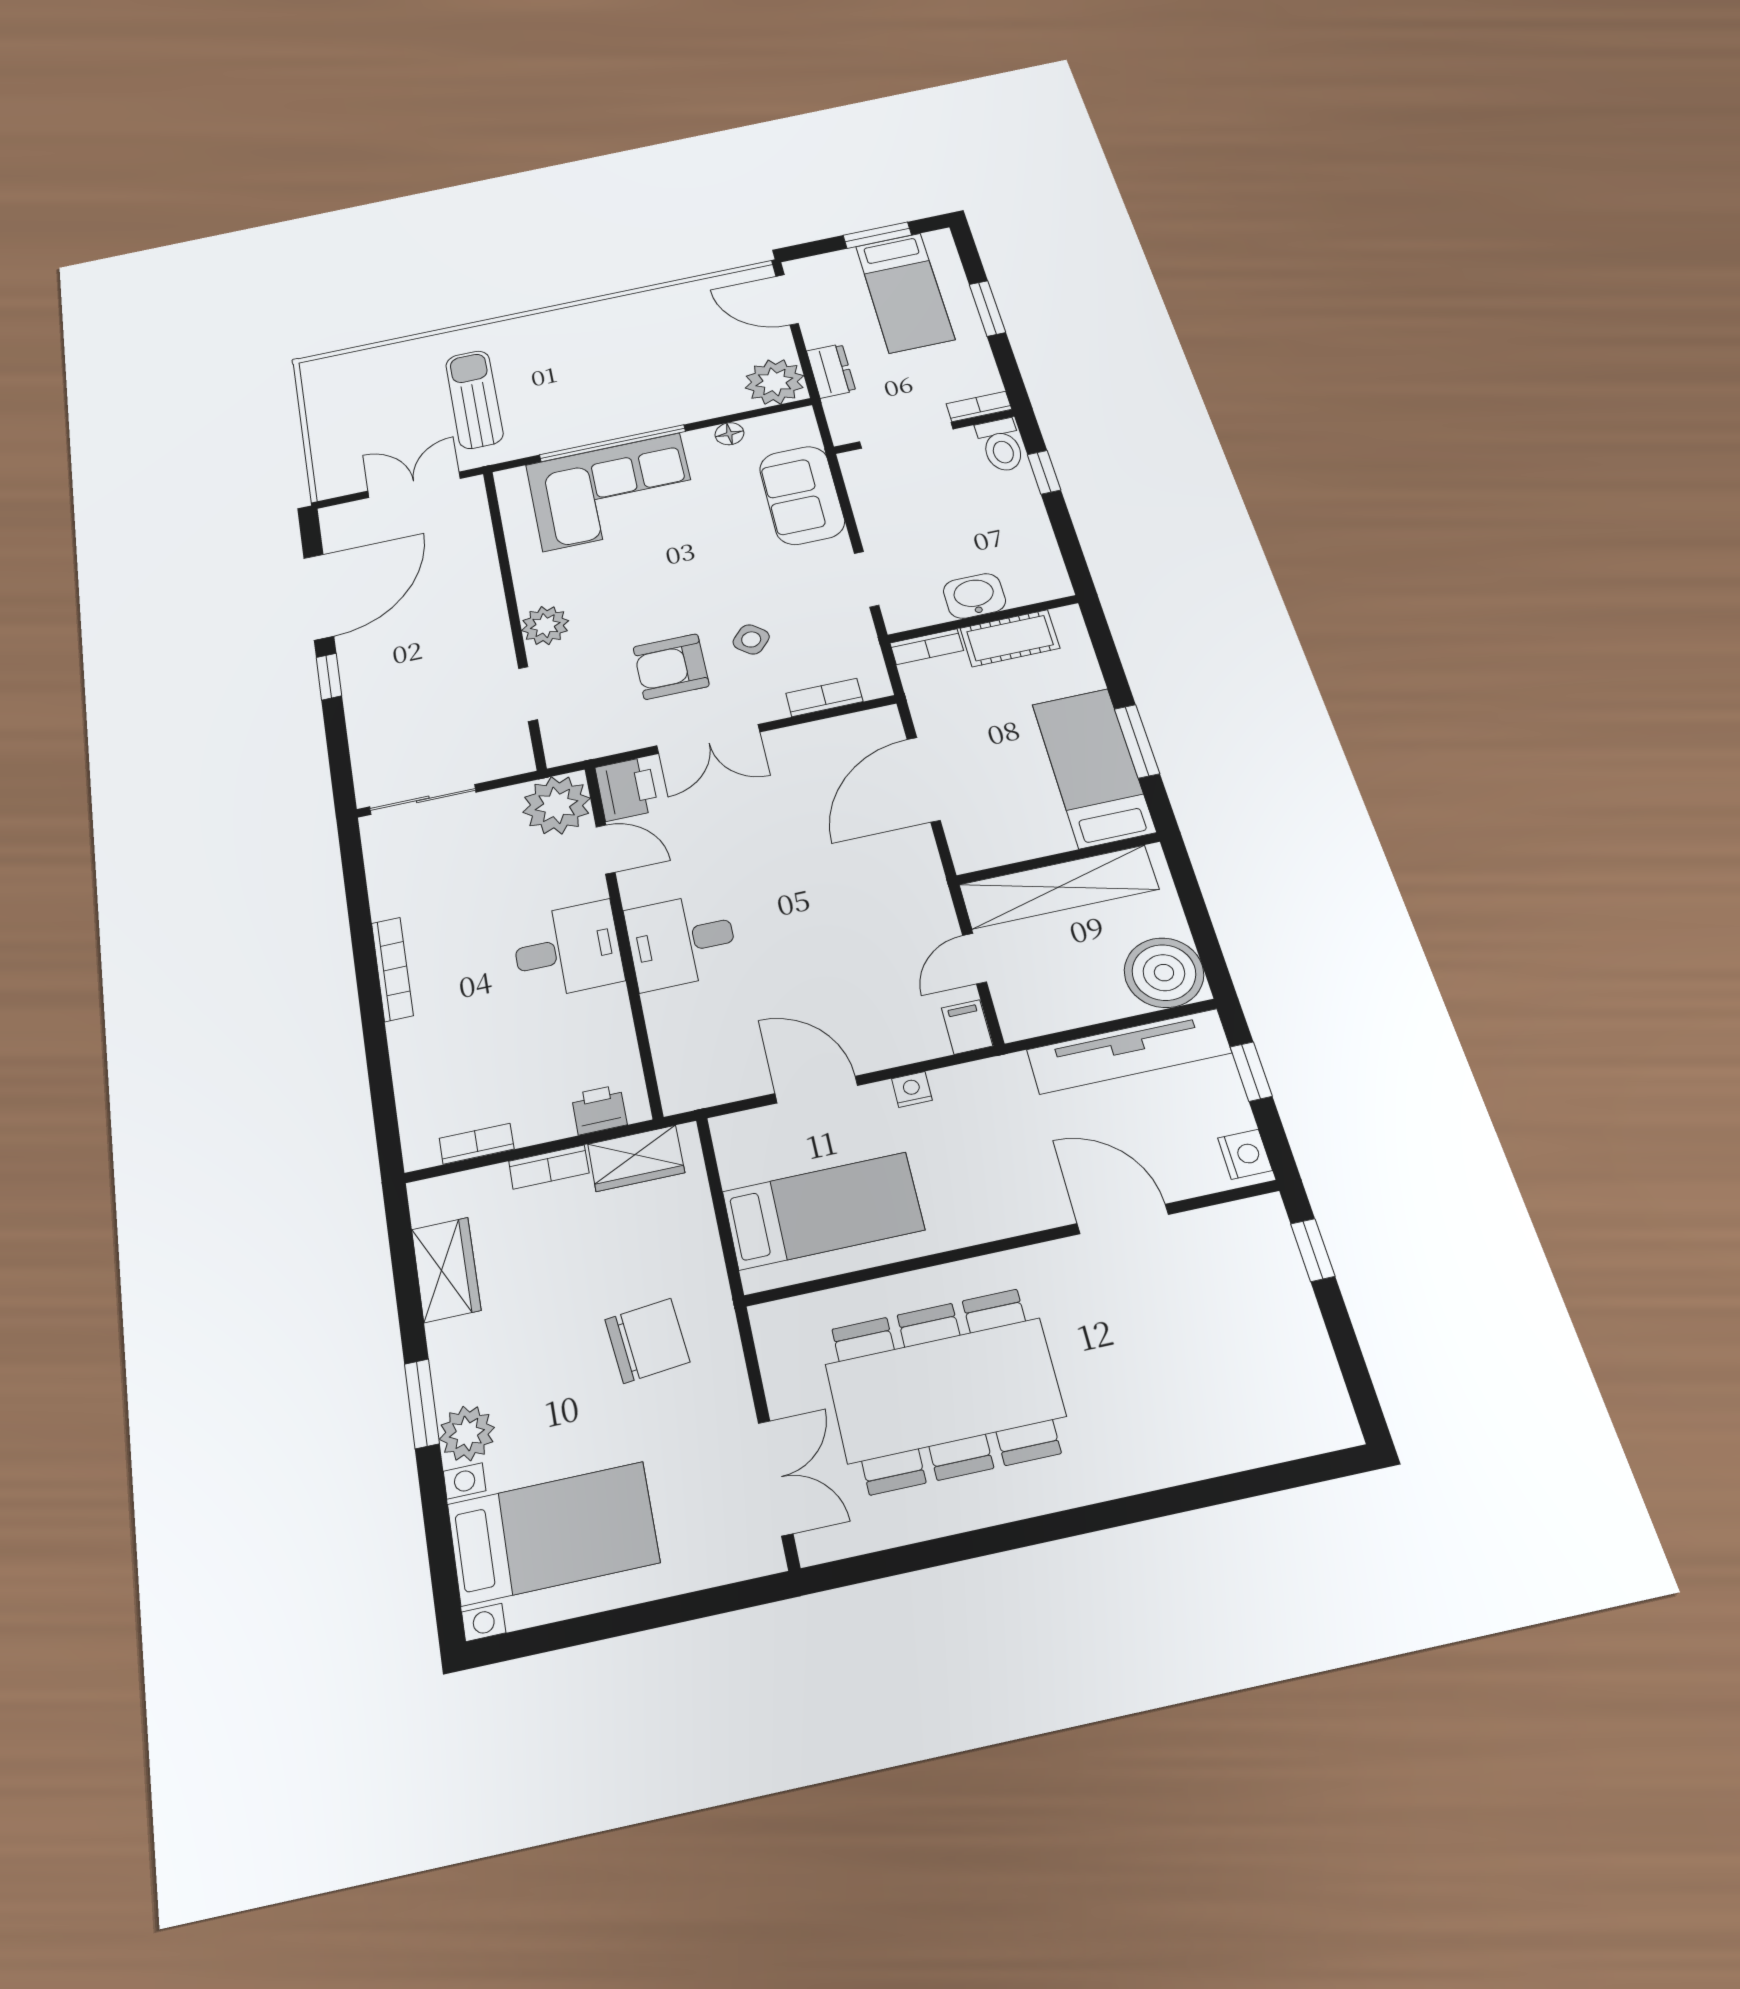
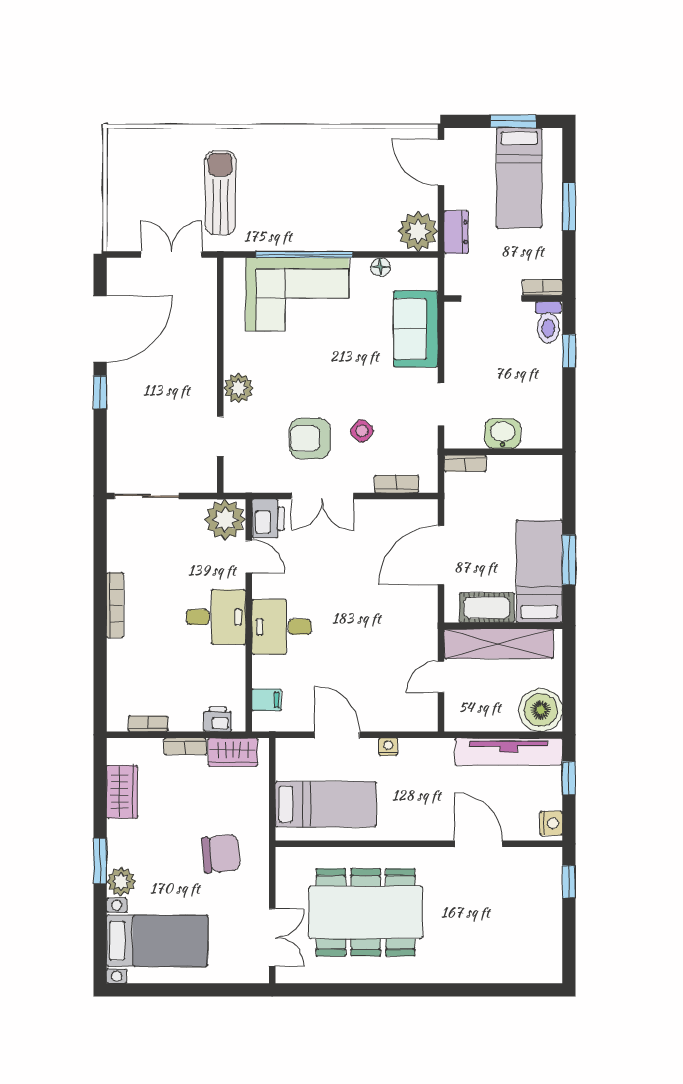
cot: (1010, 638) -> (487, 608), moved
filing cabinet: (967, 1027) -> (267, 700), moved, turned 90

